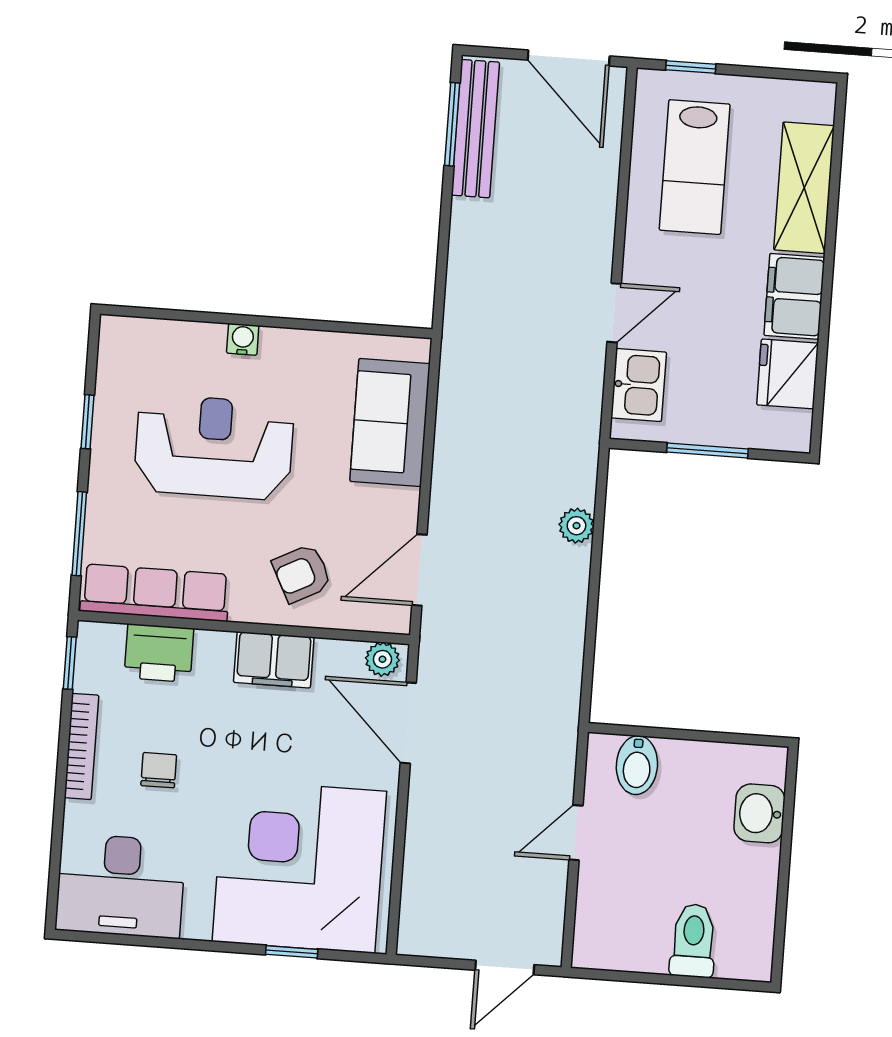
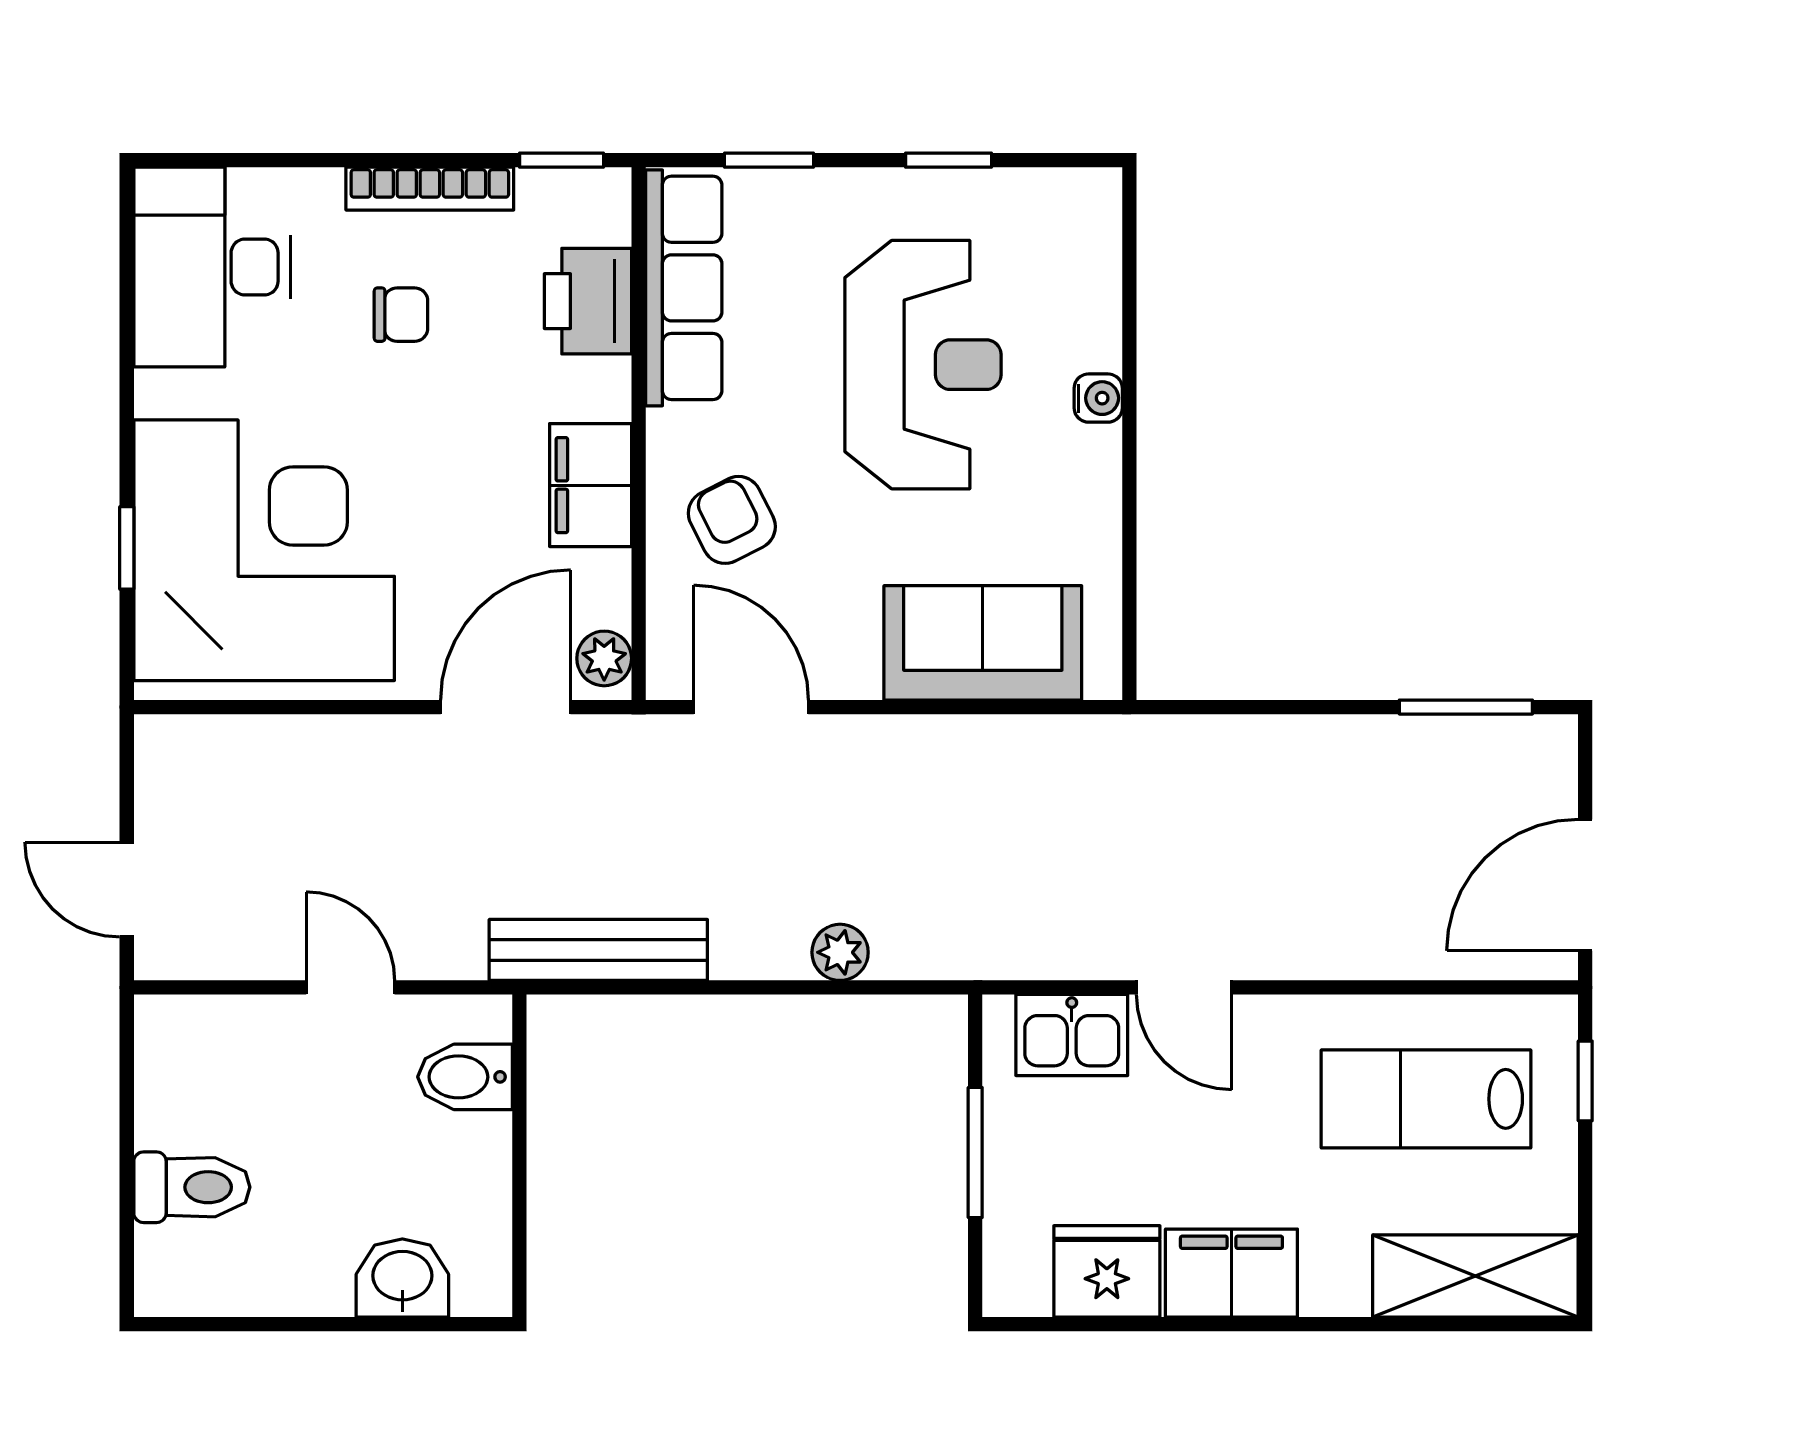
bench: (475, 129) -> (598, 950), moved
shelving: (804, 188) -> (1475, 1276), moved
window: (79, 534) -> (769, 160), width x0.67

